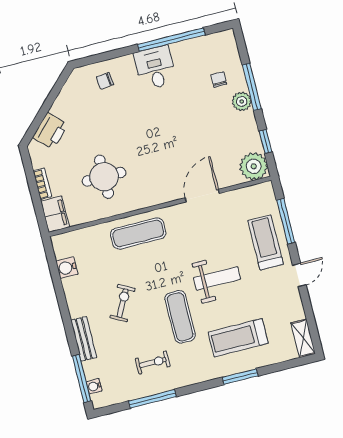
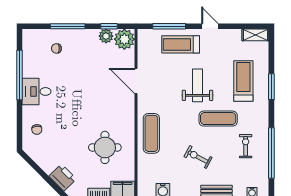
plant: (242, 101) -> (106, 36), moved
treadmill: (238, 338) -> (243, 81), turned 180
window: (152, 399) -> (271, 153), width x1.46

